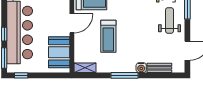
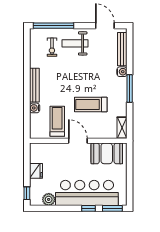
treadmill: (108, 36) -> (91, 104), turned 180
bench: (159, 68) -> (122, 49), width x1.36
window: (21, 75) -> (130, 191), removed

